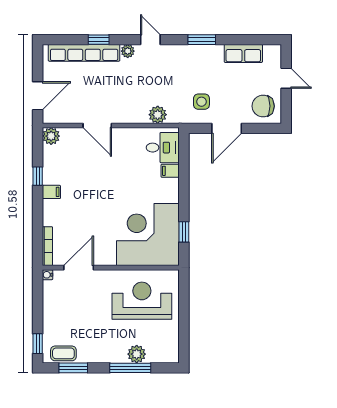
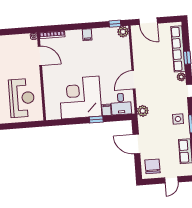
side table: (201, 102) -> (178, 119), moved
plant: (158, 115) -> (143, 111), moved
door: (97, 125) -> (133, 80), moved
window: (38, 176) -> (115, 24), moved
window: (184, 232) -> (96, 120), moved
corner desk: (148, 234) -> (80, 97), moved, turned -90

